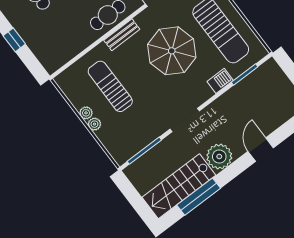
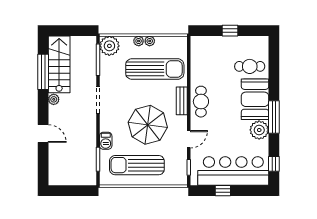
sun lounger: (110, 86) -> (155, 69), width x1.36, depth x1.34
plant: (122, 150) -> (109, 46), added
plant: (219, 157) -> (54, 99), width x0.53, depth x0.53

